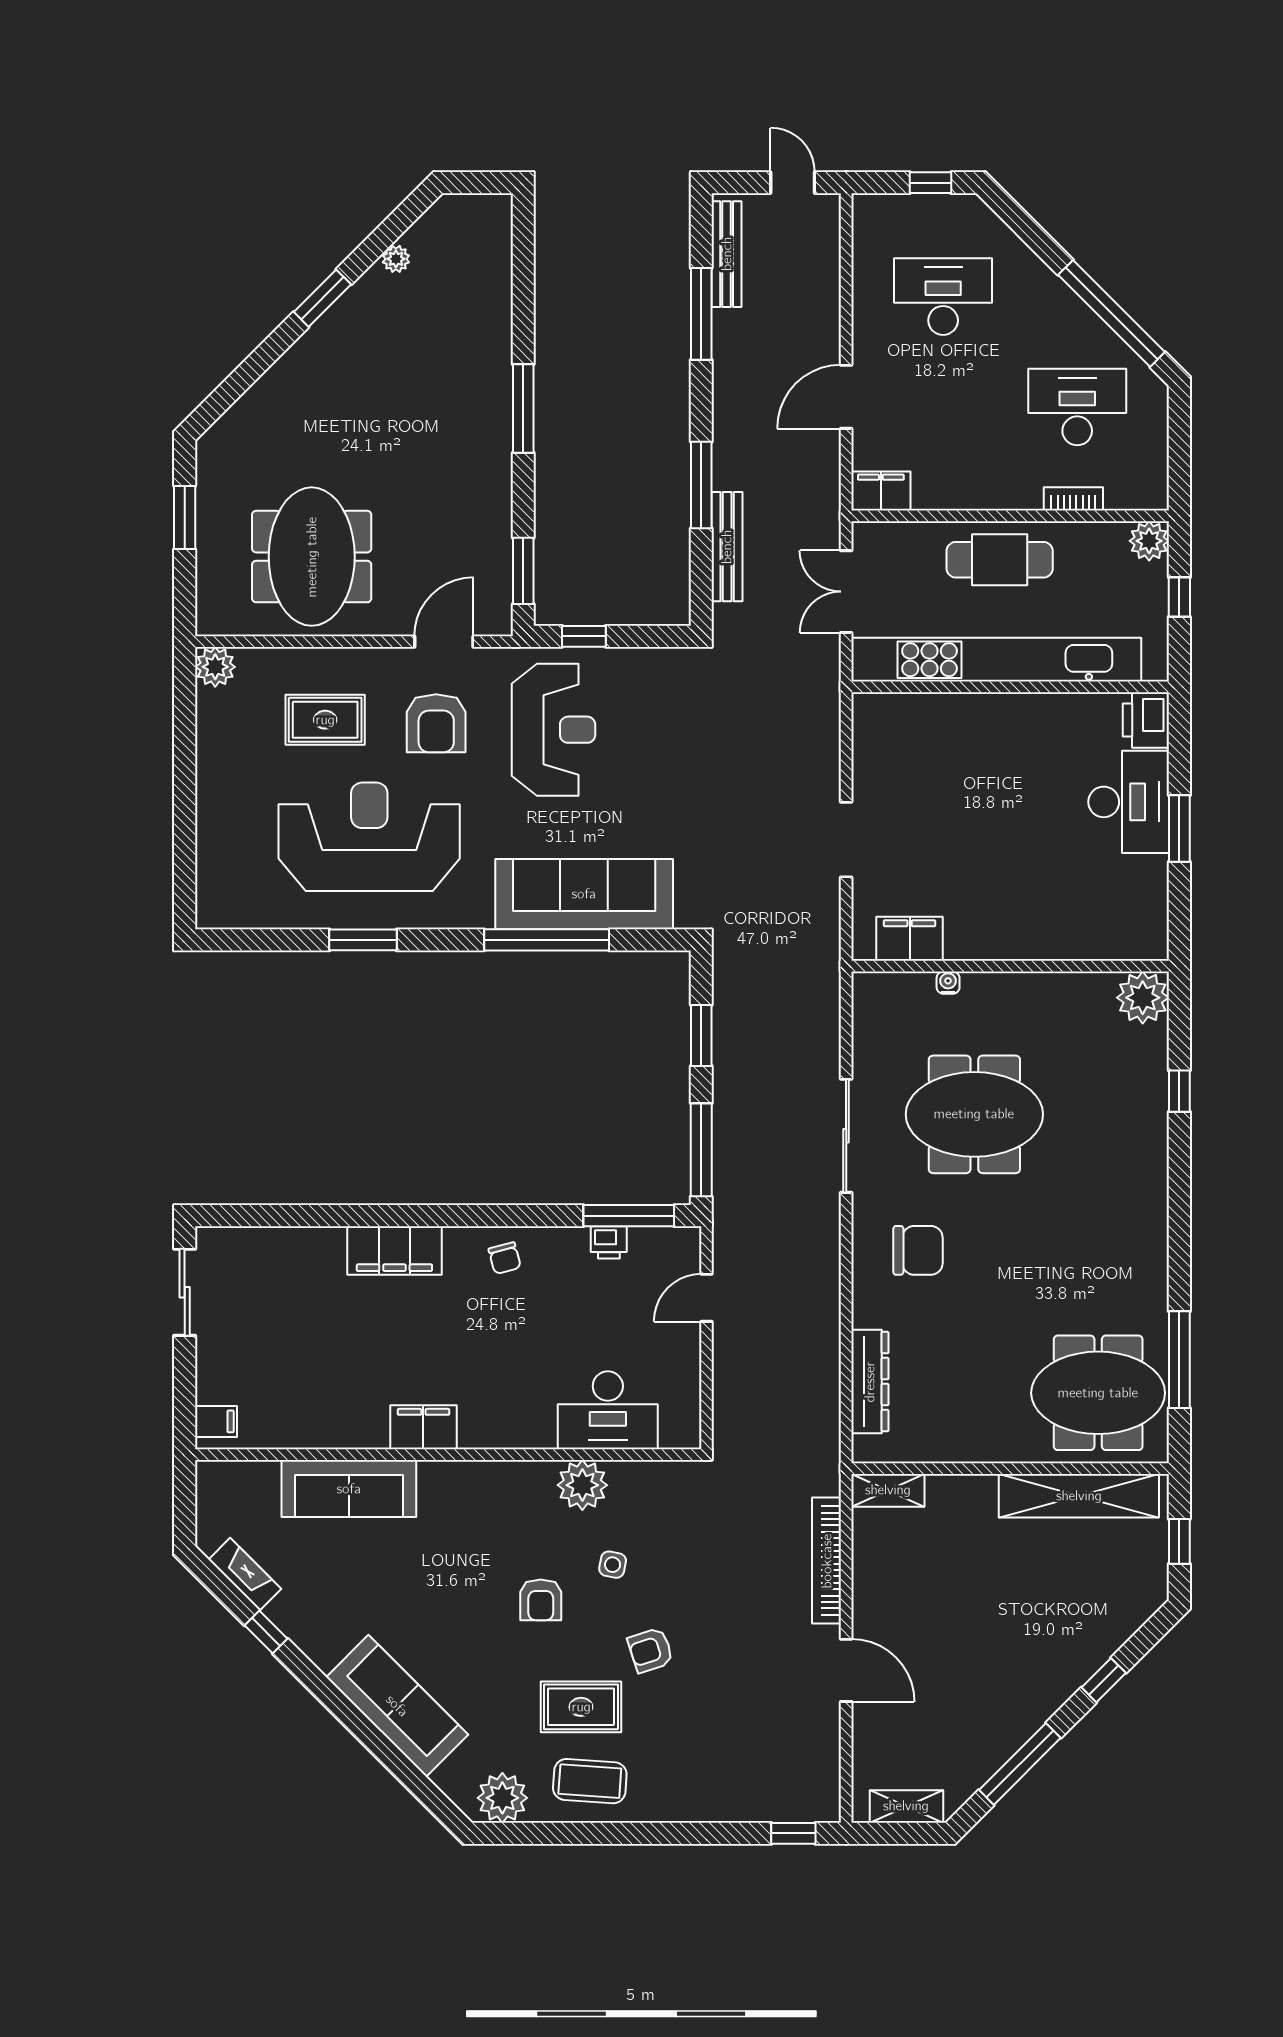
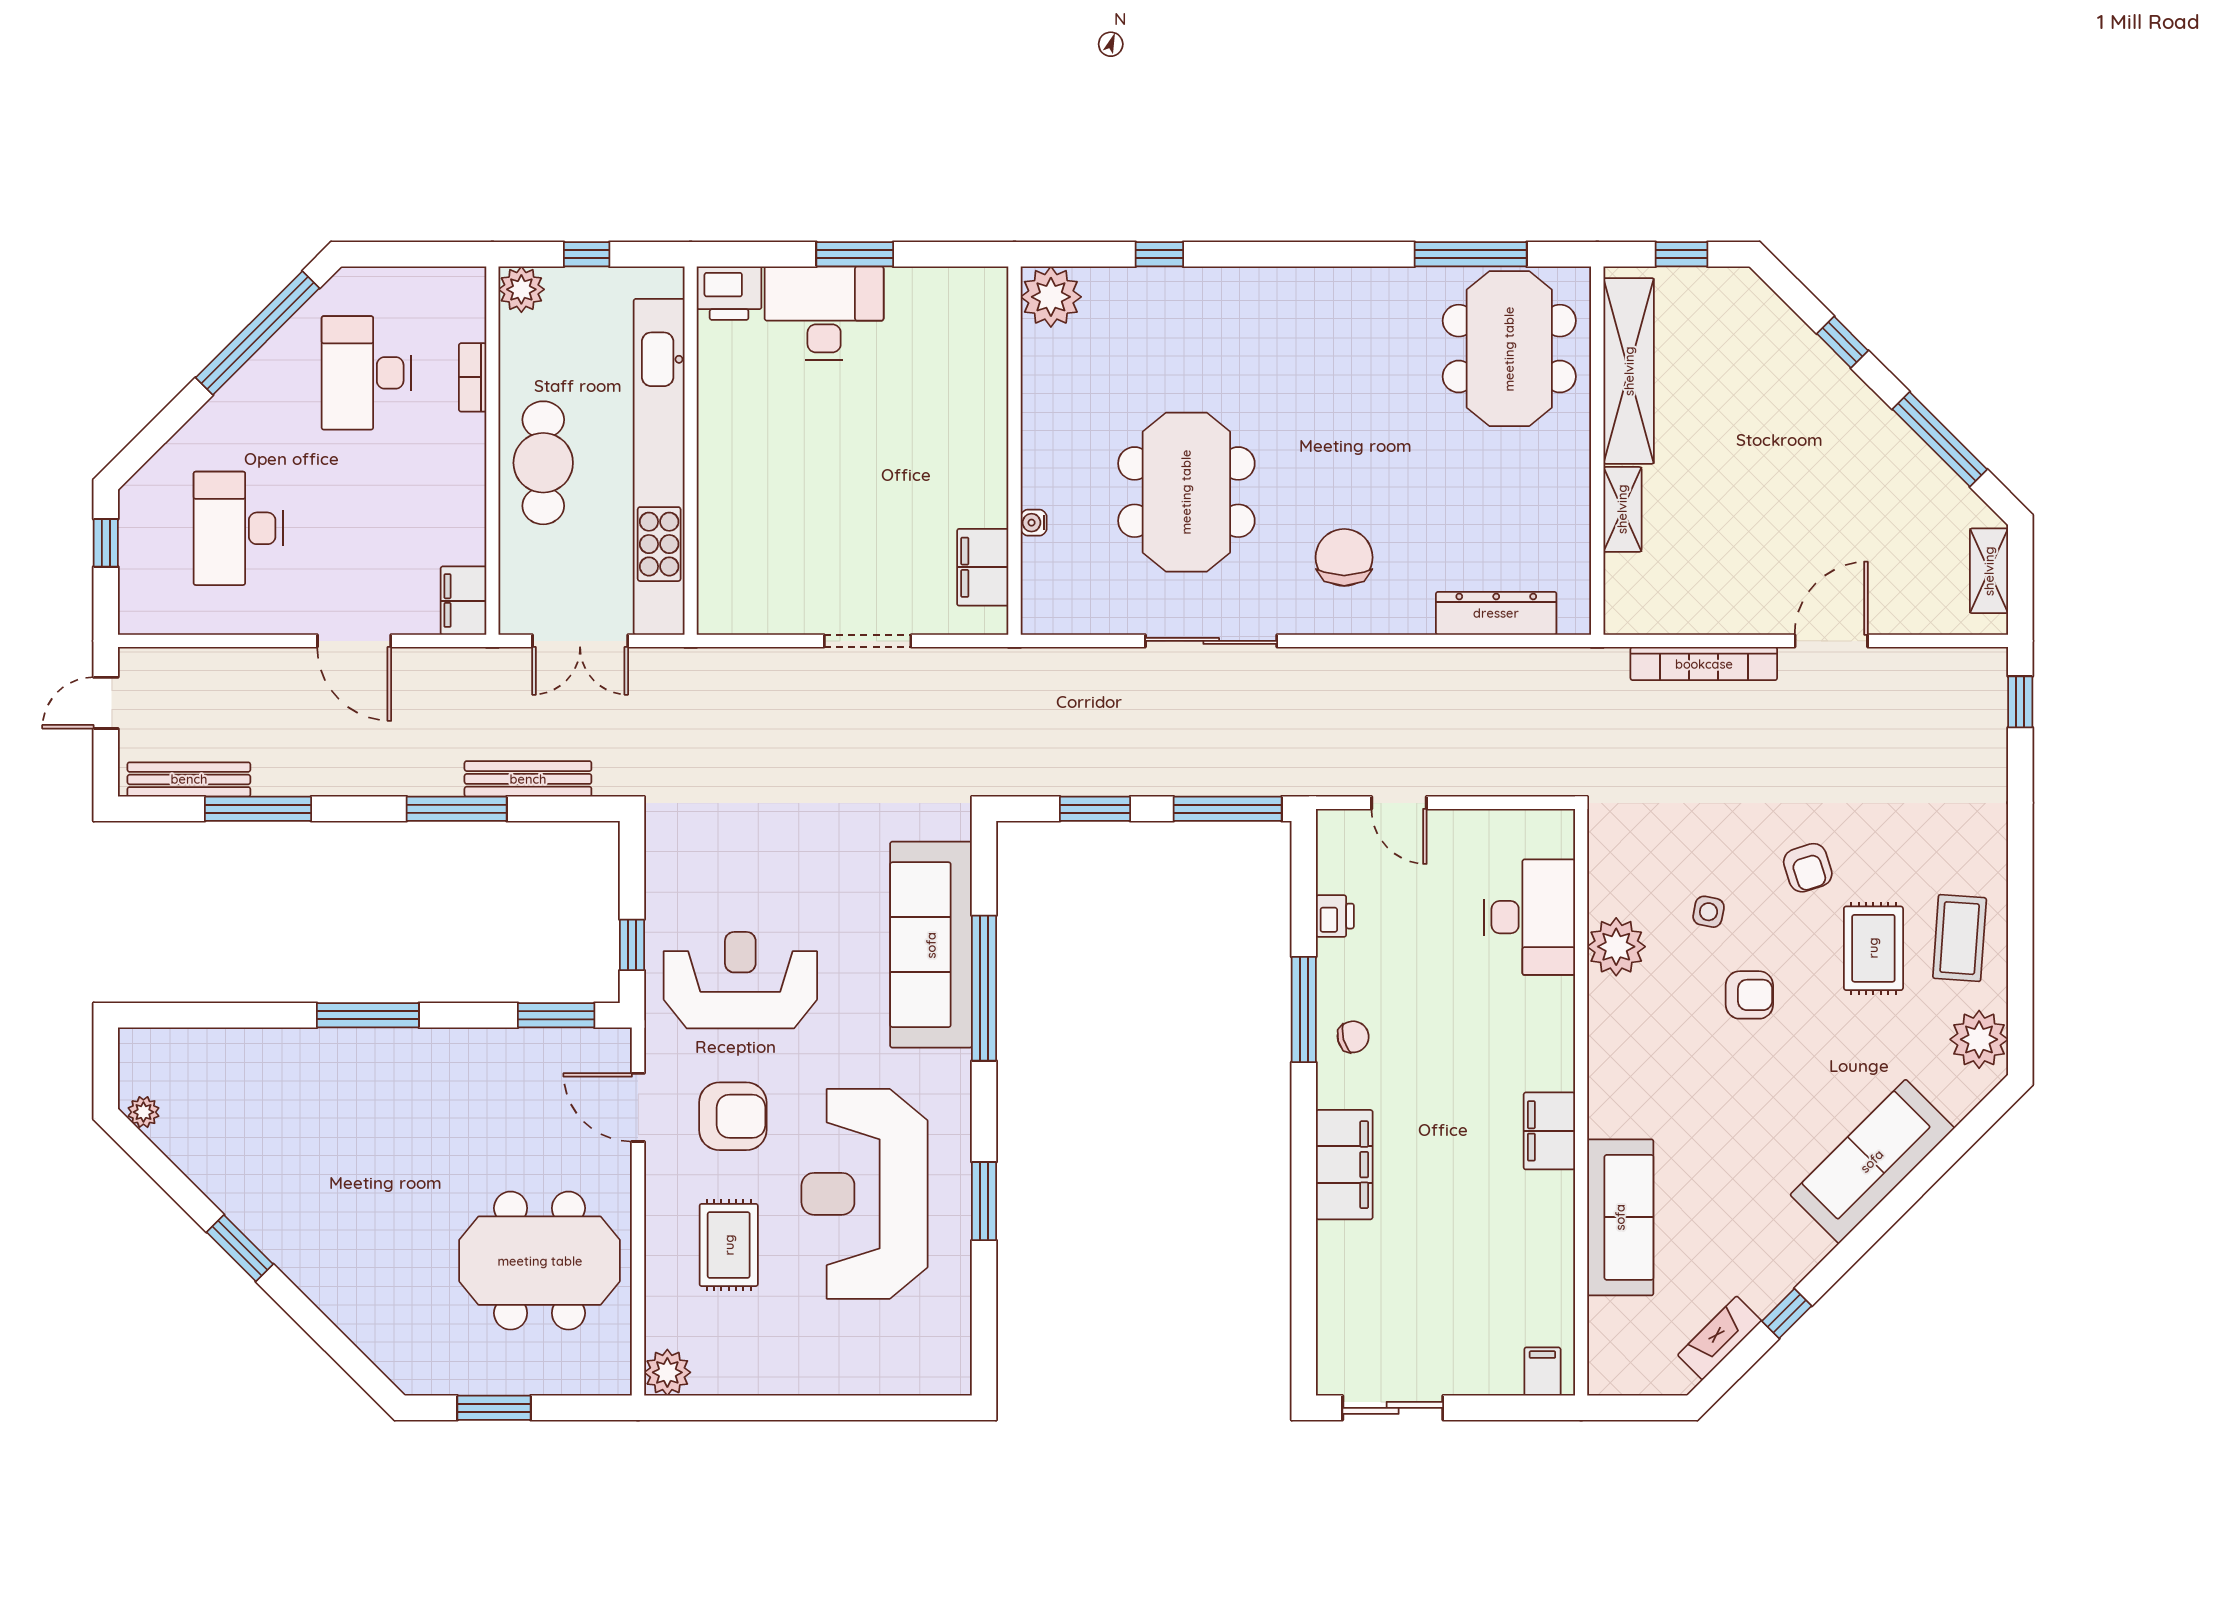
plant: (396, 259) -> (143, 1112), moved
window: (629, 1216) -> (1304, 1009), moved
shelving: (888, 1490) -> (1622, 509), moved

